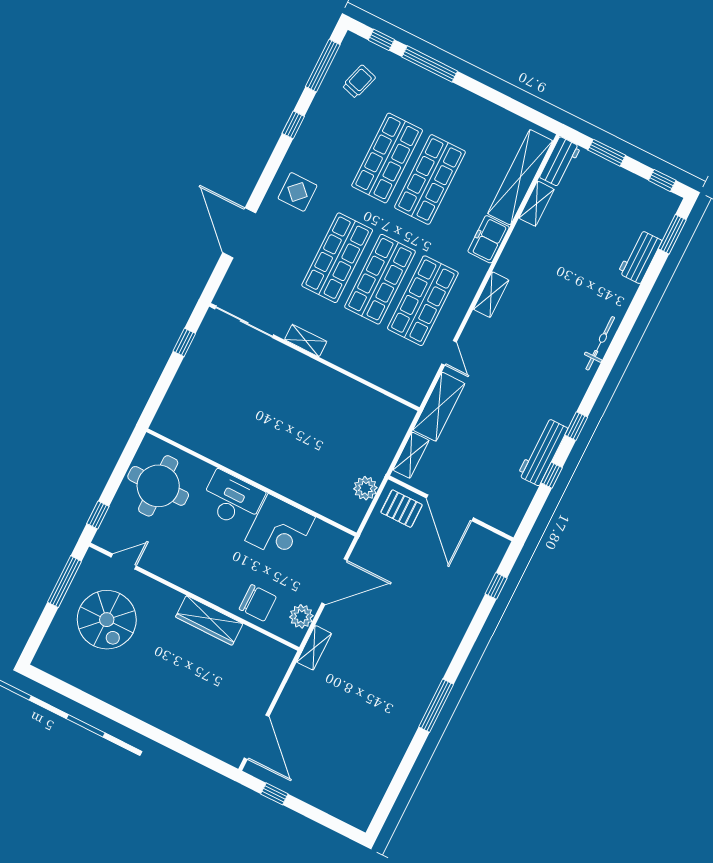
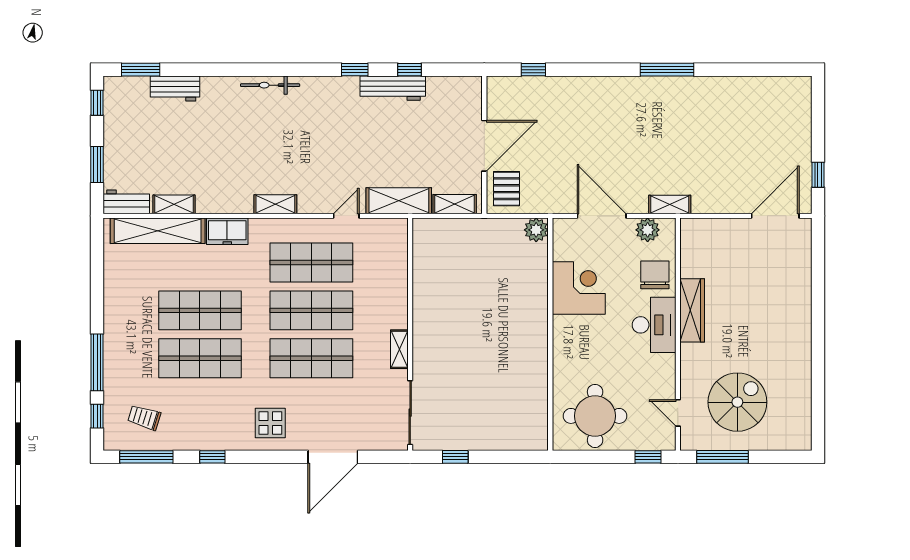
plant: (365, 488) -> (536, 230), moved
desk: (232, 499) -> (654, 325), moved, turned 180

